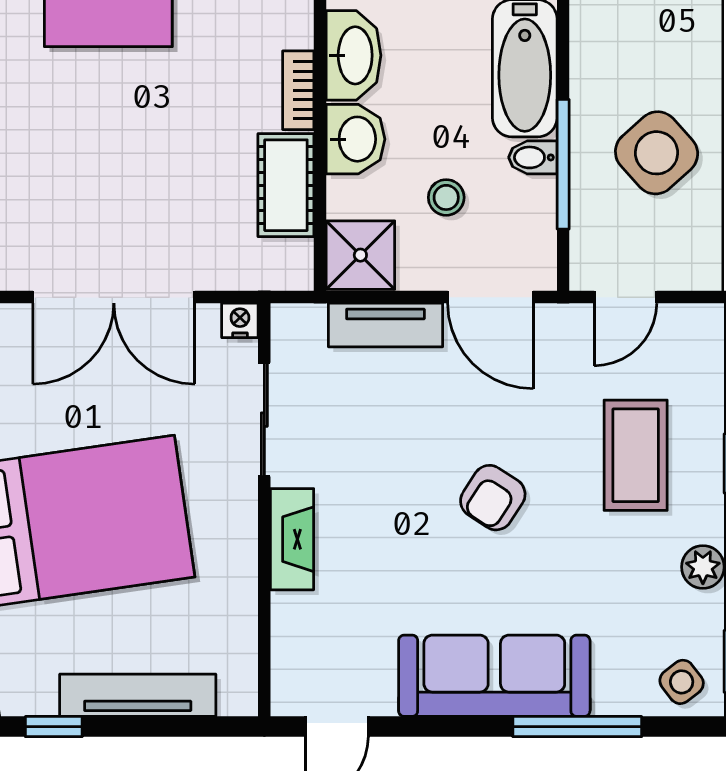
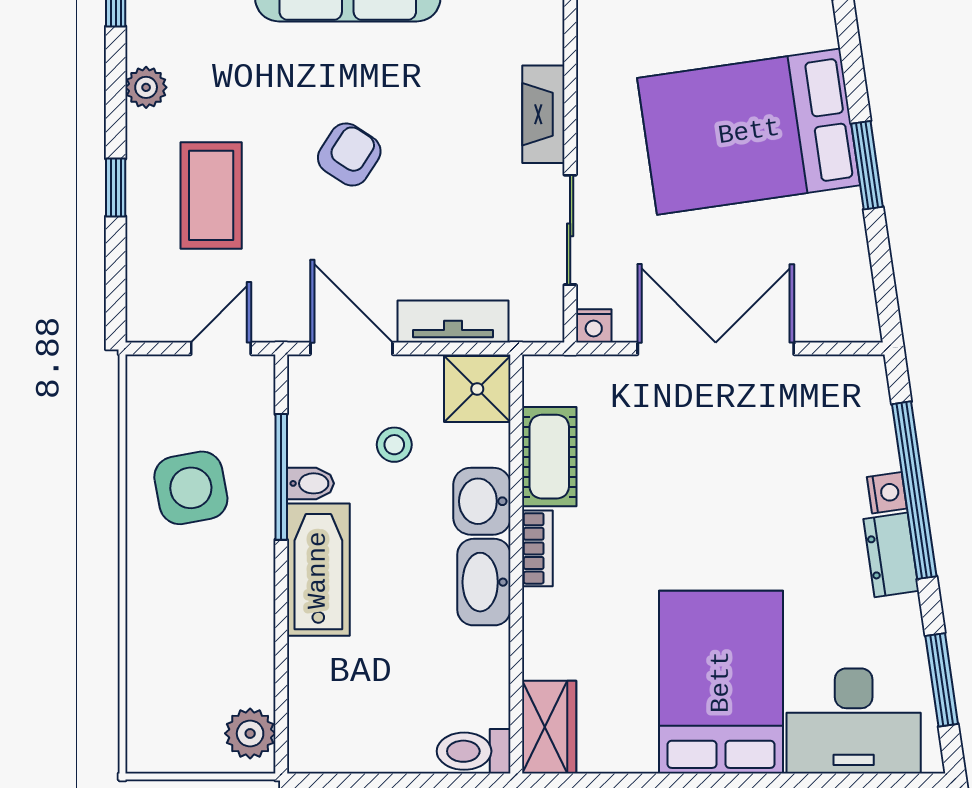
side table: (657, 153) -> (191, 488), turned 31

